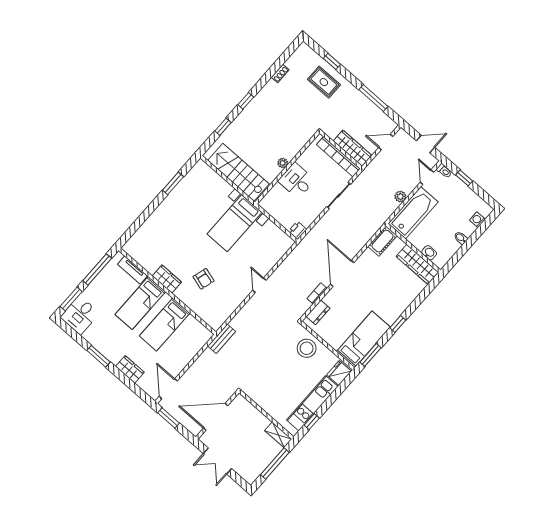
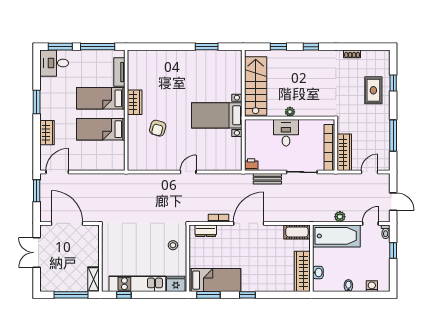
door: (386, 142) -> (370, 172), hinge flipped
bench: (222, 339) -> (267, 179), moved
stool: (307, 348) -> (173, 245), width x0.53, depth x0.53

